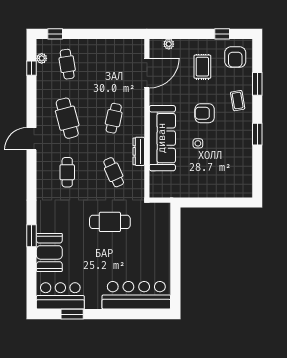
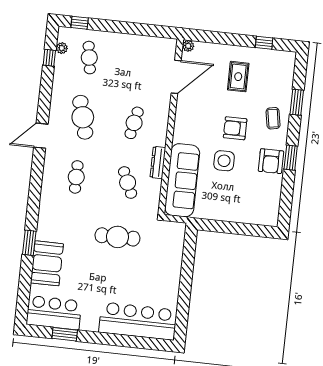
plant: (169, 44) -> (188, 46), moved
armchair: (235, 57) -> (271, 161), moved
sofa: (162, 138) -> (182, 180), moved
side table: (198, 143) -> (224, 161), width x1.87, depth x1.87

